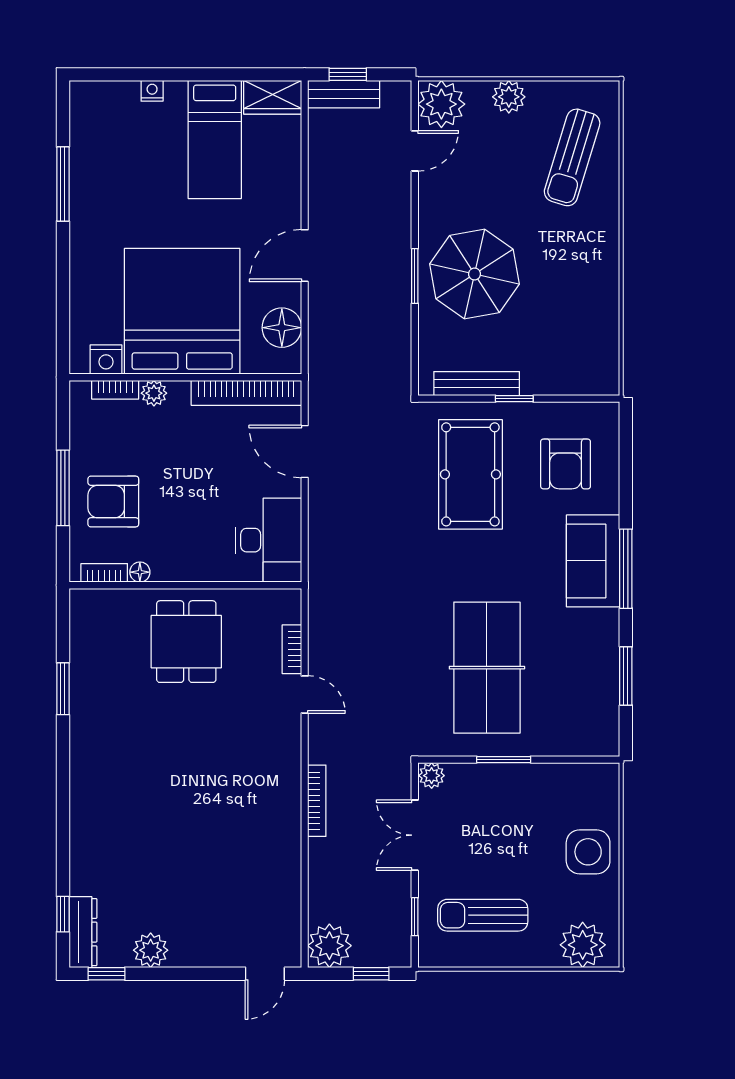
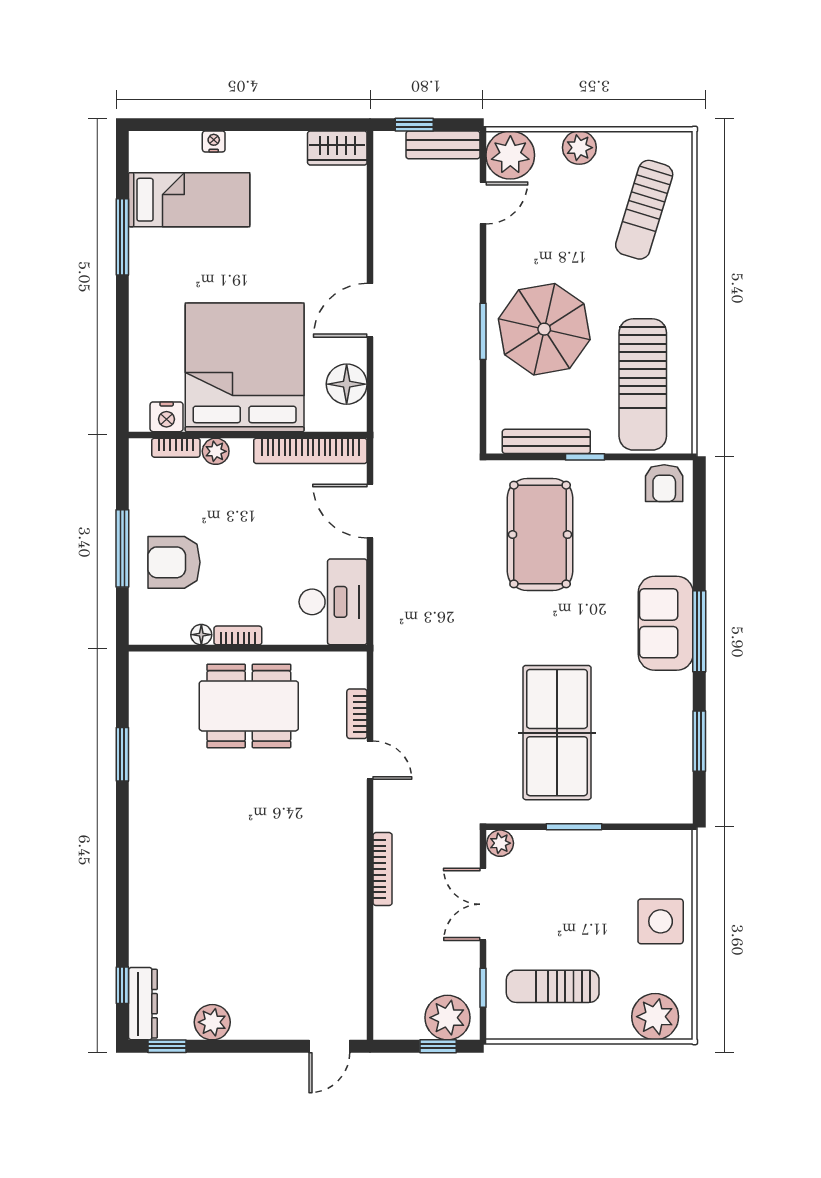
bench: (344, 94) -> (443, 145), moved
bed: (215, 140) -> (189, 200), moved, turned -90
sun lounger: (571, 328) -> (643, 384), added
armchair: (566, 464) -> (664, 483), moved, width x0.72, depth x0.72
bookcase: (104, 573) -> (238, 635), moved
dining table: (186, 642) -> (249, 706), width x1.38
plant: (329, 946) -> (447, 1018), moved

